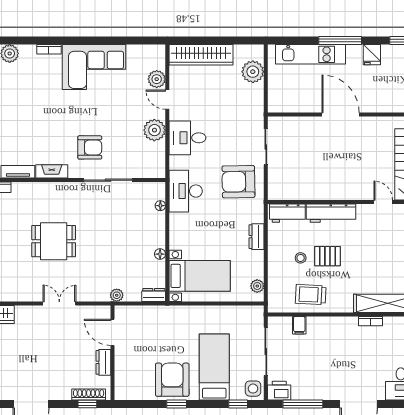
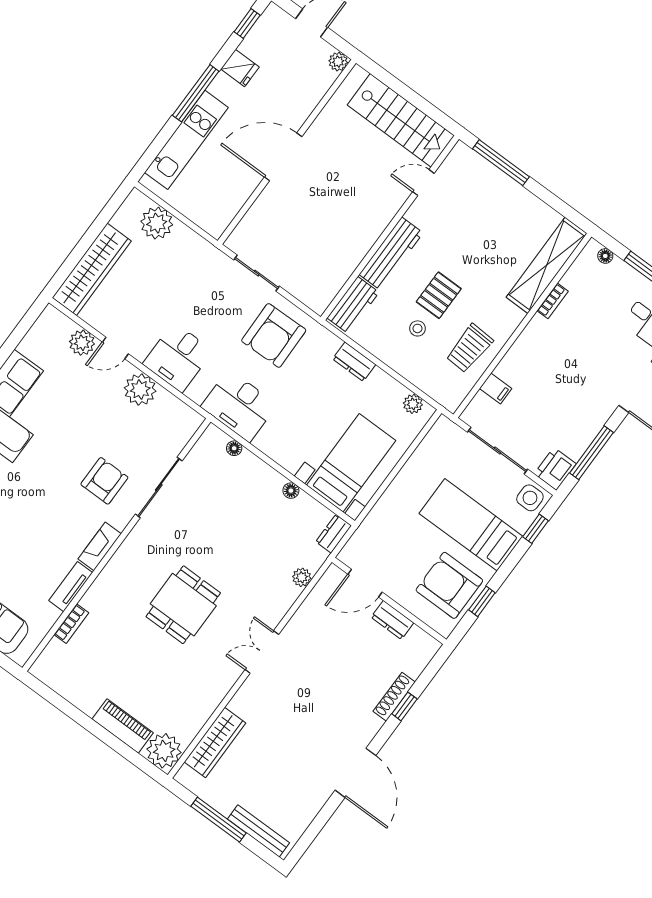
door: (113, 332) -> (365, 583), moved
wall: (113, 353) -> (389, 601), moved
dresser: (103, 362) -> (392, 620), moved

